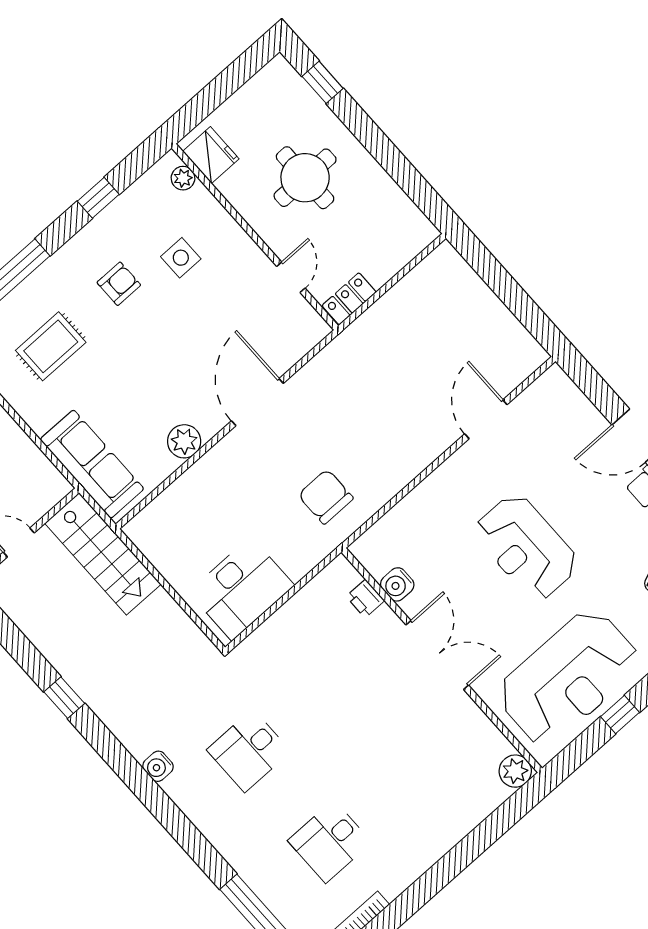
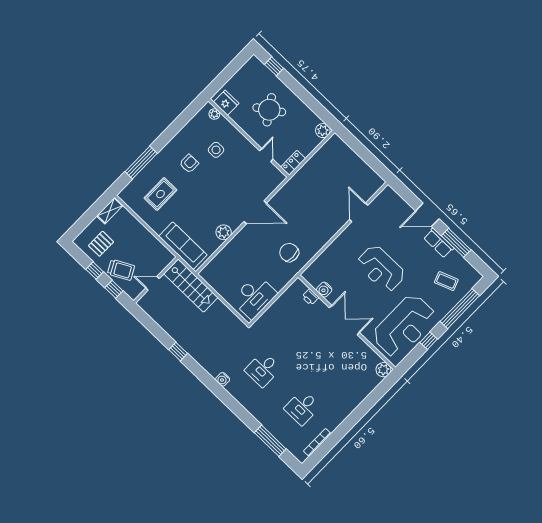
round table: (305, 178) -> (269, 110), turned -34
window: (98, 198) -> (177, 126), removed
plant: (420, 232) -> (323, 131), added
door: (257, 402) -> (255, 212), swing flipped

